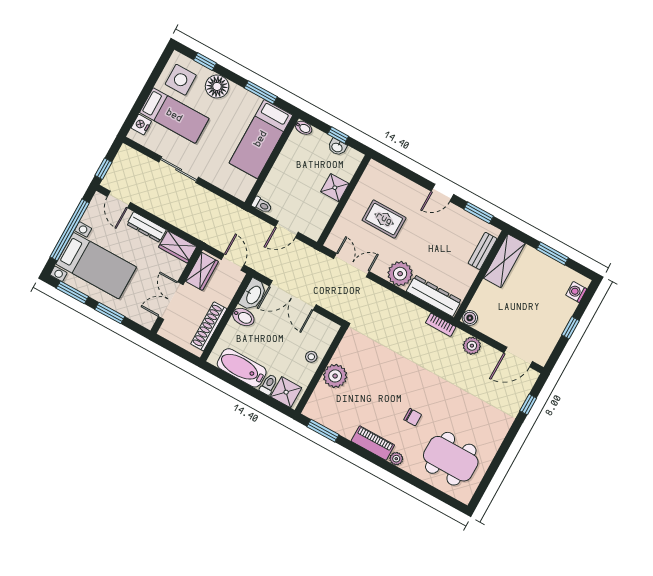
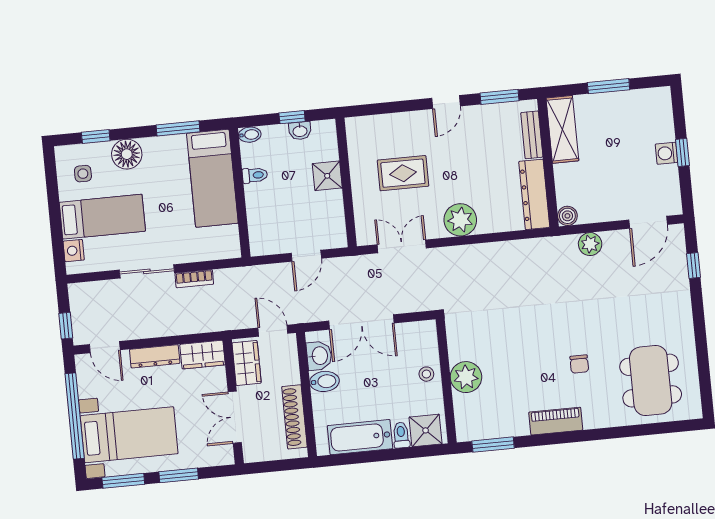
side table: (181, 80) -> (83, 174), width x0.54, depth x0.54
toilet: (262, 205) -> (255, 175), moved
washing machine: (576, 292) -> (667, 153), moved
washbasin: (253, 295) -> (319, 356), width x0.72
dresser: (434, 296) -> (534, 194), moved, turned -90
bookcase: (441, 325) -> (194, 279), moved
chair: (413, 417) -> (579, 364), turned 90
plant: (396, 459) -> (592, 421), removed
dining table: (451, 459) -> (651, 381), turned 90

